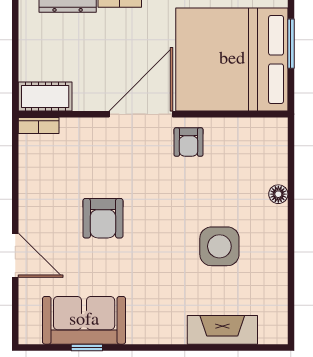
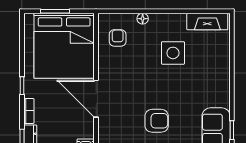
armchair: (189, 142) -> (118, 38), moved, turned -90
fireplace: (222, 330) -> (207, 22), moved, turned -90

